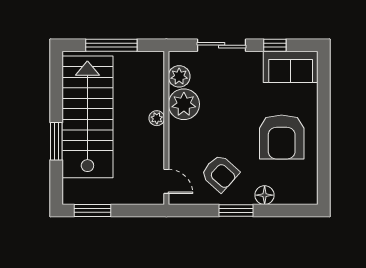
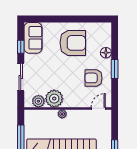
armchair: (220, 173) -> (93, 78), turned -132

